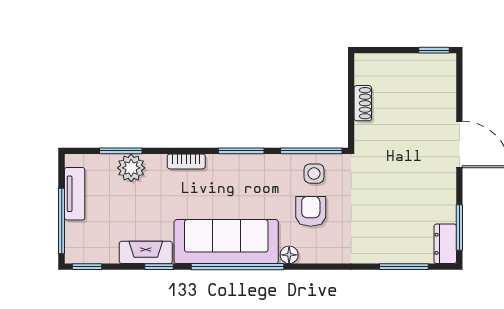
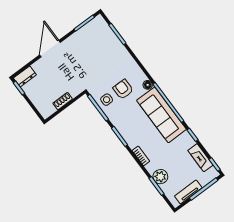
armchair: (311, 211) -> (123, 89), turned 90
dresser: (445, 244) -> (25, 76), moved
fireplace: (146, 252) -> (200, 158), moved

